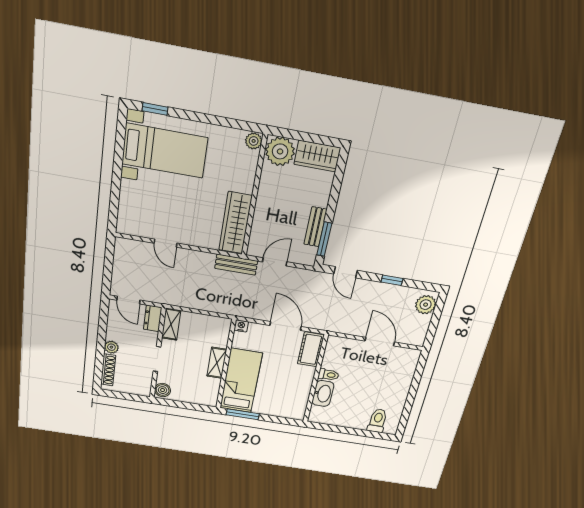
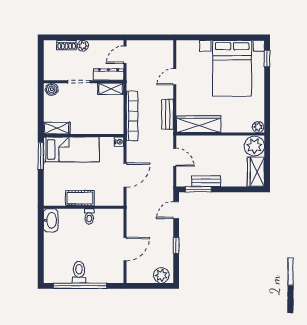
bed with nightstands: (165, 151) -> (232, 68), width x1.36
bench: (236, 265) -> (167, 114), moved
bookcase: (210, 305) -> (132, 116), added
dresser: (153, 318) -> (109, 74), width x1.44
cot: (311, 349) -> (80, 198), moved
shelving: (217, 363) -> (57, 128), moved
shoe rack: (108, 370) -> (66, 45), width x0.70
washbasin: (323, 393) -> (51, 220), moved, turned -90
window: (411, 398) -> (80, 286), added
toilet: (377, 421) -> (79, 272), moved, turned -90

